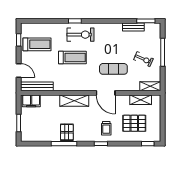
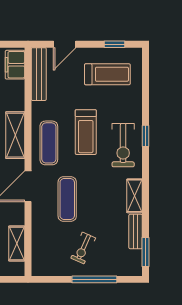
treadmill: (37, 44) -> (107, 74), turned -90
exercise mat: (79, 80) -> (49, 143), added
shelving: (150, 86) -> (135, 196), moved

